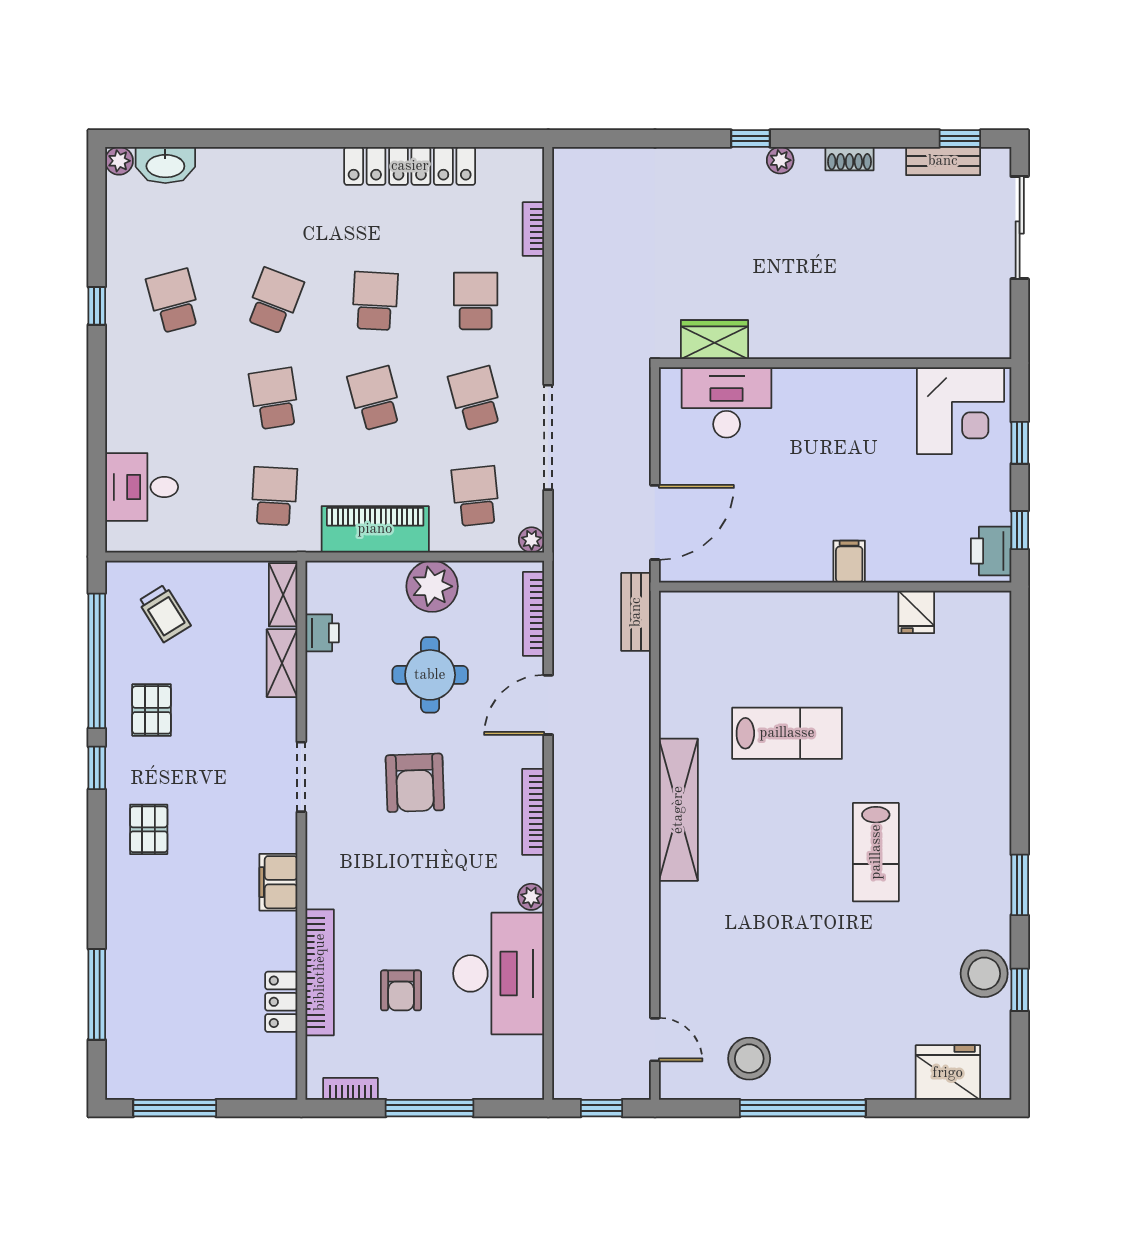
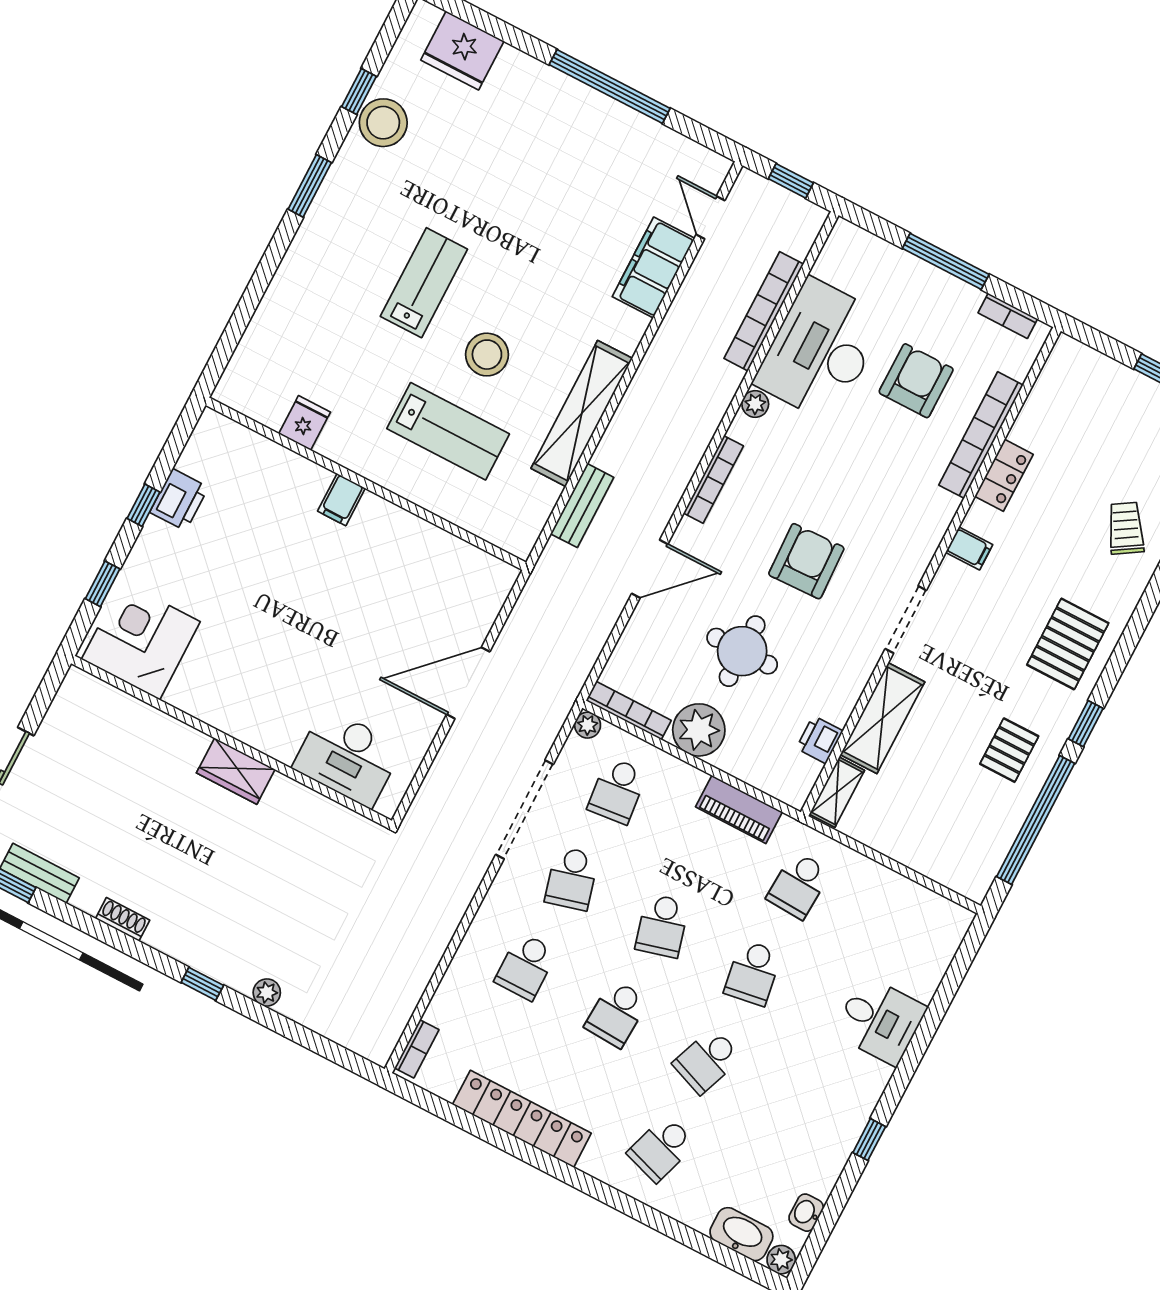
plant: (780, 160) -> (267, 993), moved
washbasin: (119, 213) -> (806, 1213), added
bookcase: (533, 229) -> (417, 1049), moved
school desk: (174, 301) -> (661, 1149), moved, turned 33
wardrobe: (714, 340) -> (236, 771), moved
desk: (142, 487) -> (880, 1020), moved
piano: (375, 529) -> (739, 809), width x0.73, depth x0.75
filing cabinet: (849, 562) -> (341, 500), moved
wall: (835, 587) -> (366, 484), moved
bench: (636, 612) -> (582, 506), moved
fridge: (916, 612) -> (305, 423), moved
trolley: (164, 613) -> (1126, 528), moved
bookcase: (533, 614) -> (629, 711), moved, turned -90
shelving: (282, 663) -> (882, 718), width x1.50, depth x1.33
lab bench: (787, 733) -> (448, 431), turned 180
pallet: (149, 829) -> (1068, 644), width x1.50, depth x1.42
filing cabinet: (278, 882) -> (969, 548), width x0.50
filing cabinet: (682, 970) -> (654, 268), added
bookcase: (566, 982) -> (764, 311), added
armchair: (401, 990) -> (916, 381), width x1.38, depth x1.38
locker: (281, 1002) -> (1004, 475), moved
stool: (749, 1059) -> (487, 355), moved

